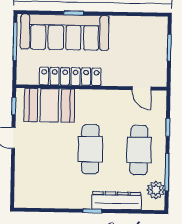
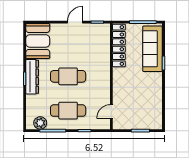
sofa: (65, 32) -> (152, 49), width x0.74, depth x0.79
locker: (70, 76) -> (119, 45), moved
booth: (49, 105) -> (38, 41), moved
dresser: (117, 201) -> (32, 77), moved

